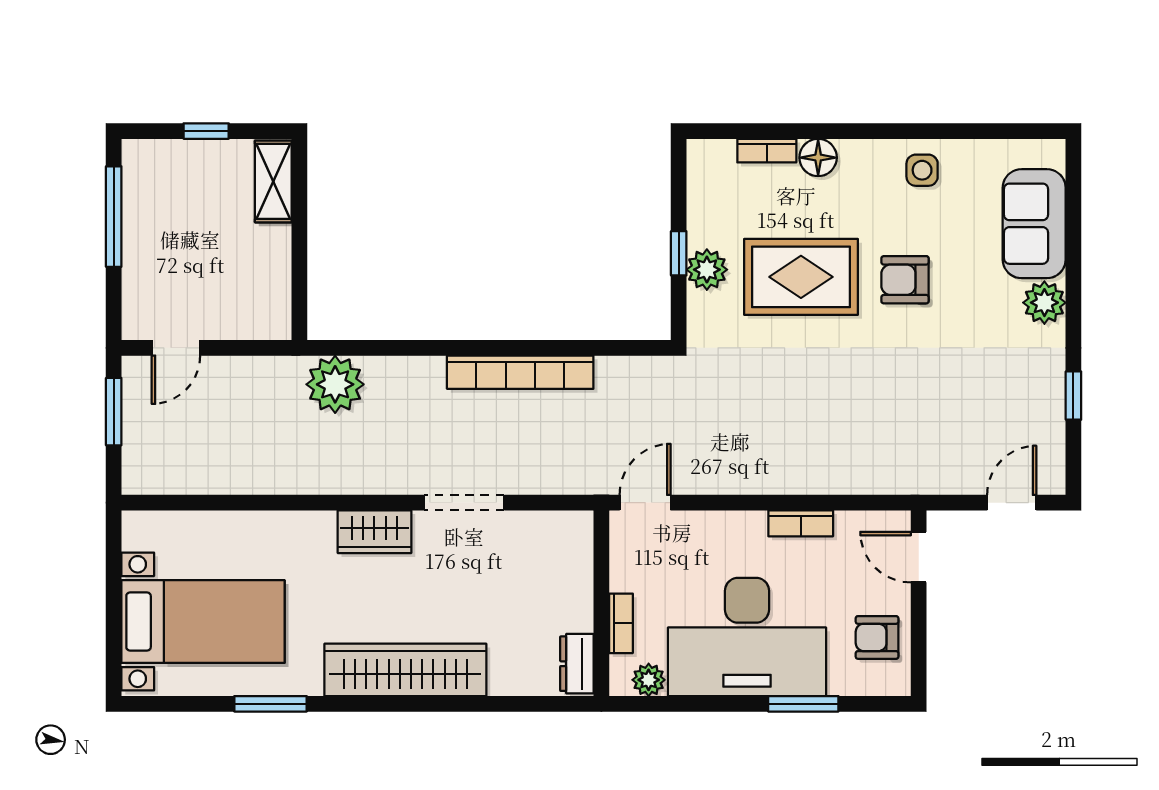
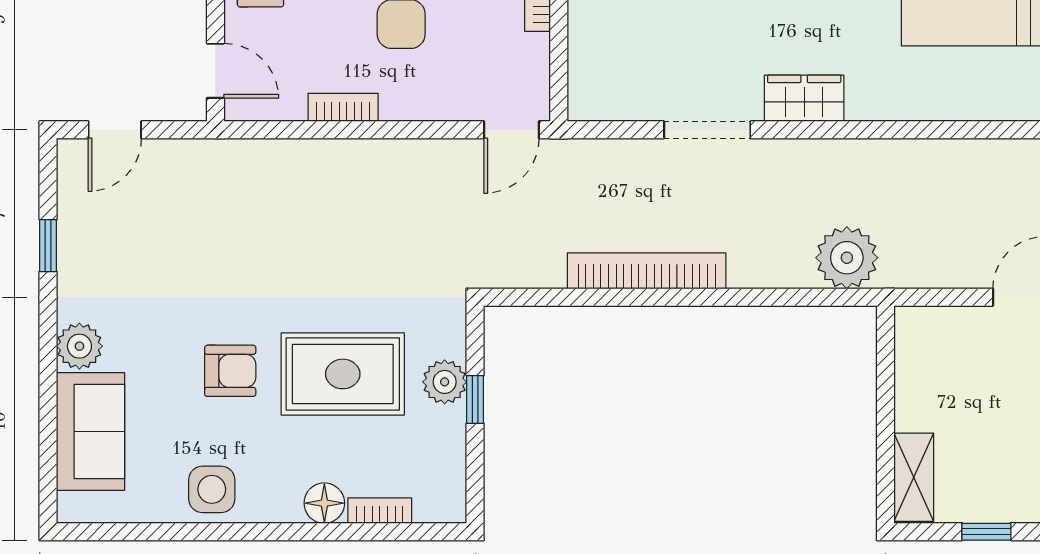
side table: (922, 170) -> (212, 489), width x1.37, depth x1.37

